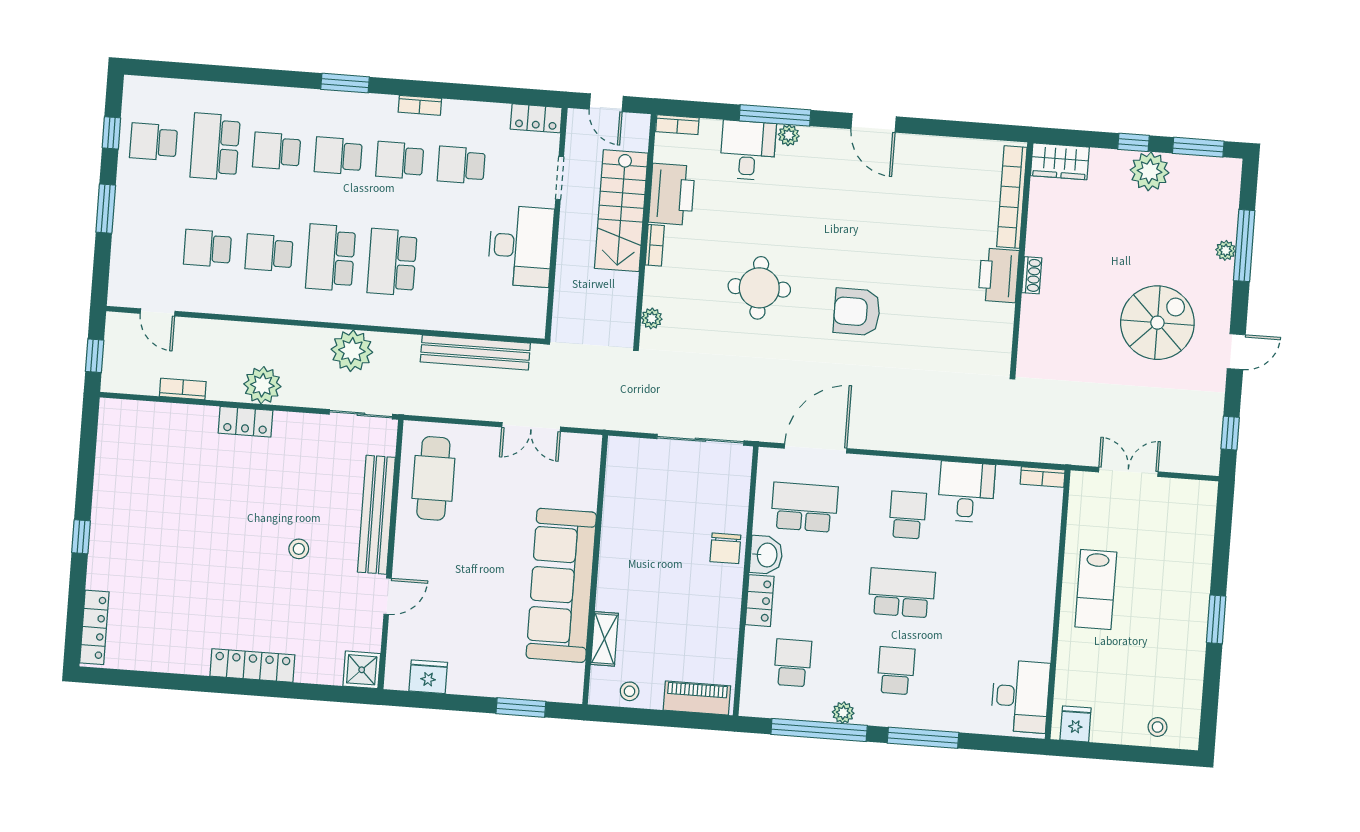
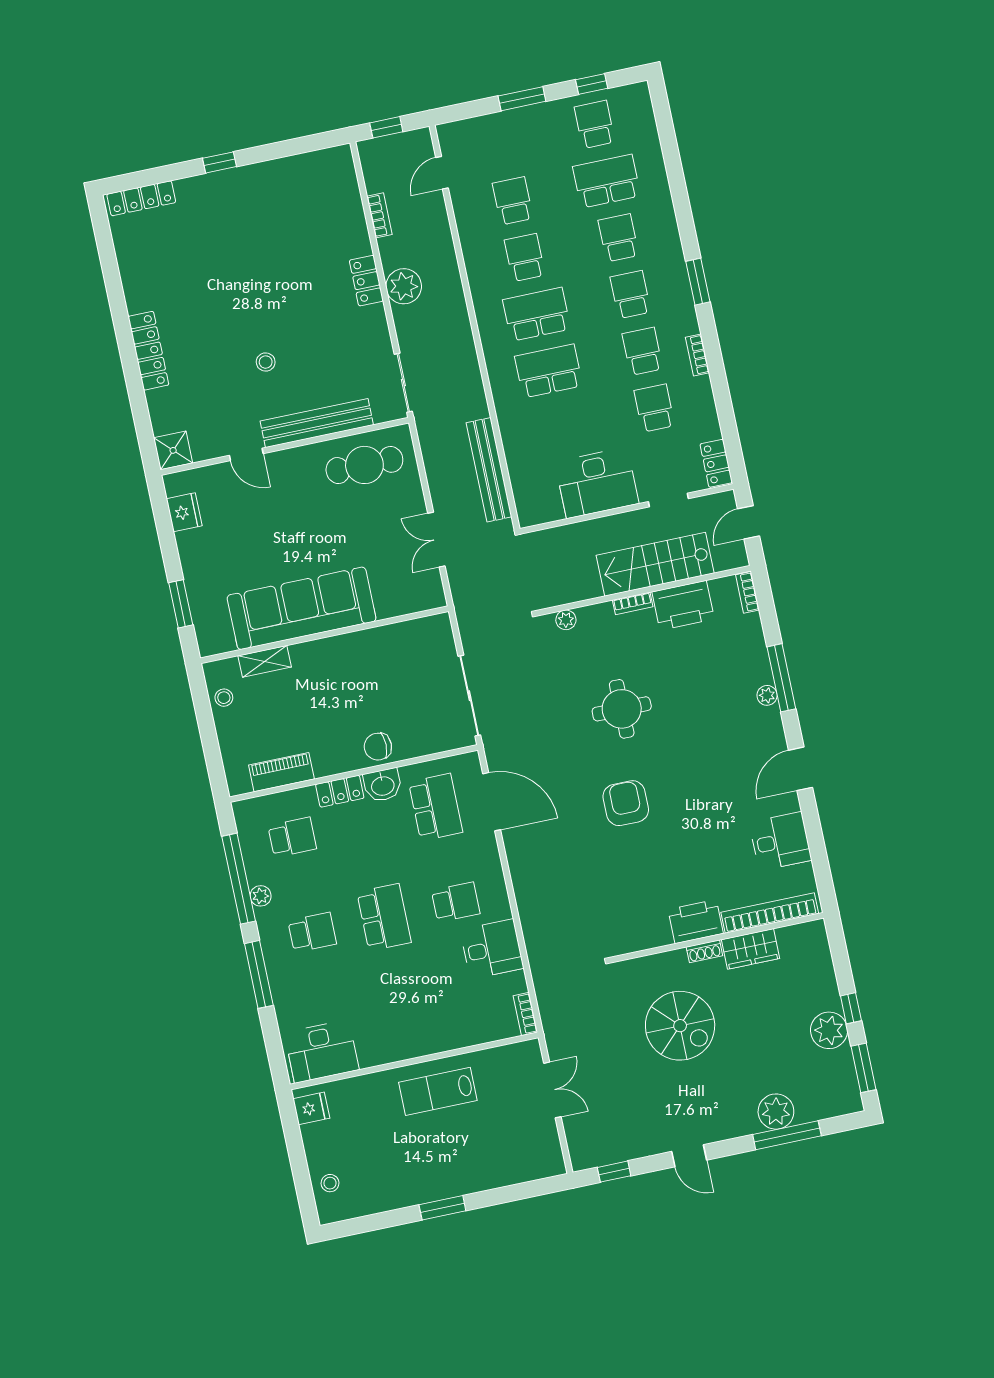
desk: (748, 150) -> (780, 841), moved
wardrobe: (1060, 161) -> (750, 949), moved, turned -90
plant: (1226, 250) -> (776, 1112), width x1.88, depth x1.88
spiral stairs: (1157, 323) -> (680, 1026), moved
plant: (352, 351) -> (458, 358), removed
piano: (697, 698) -> (281, 772), moved, turned -90

